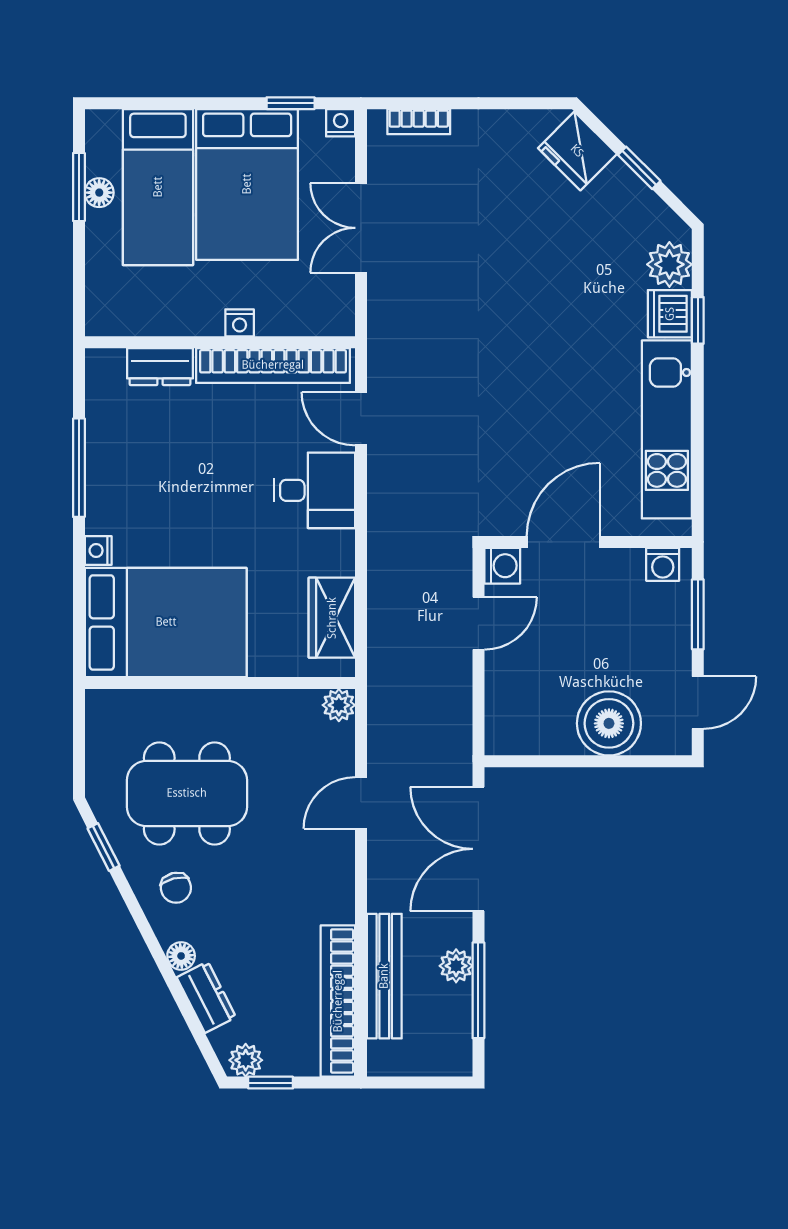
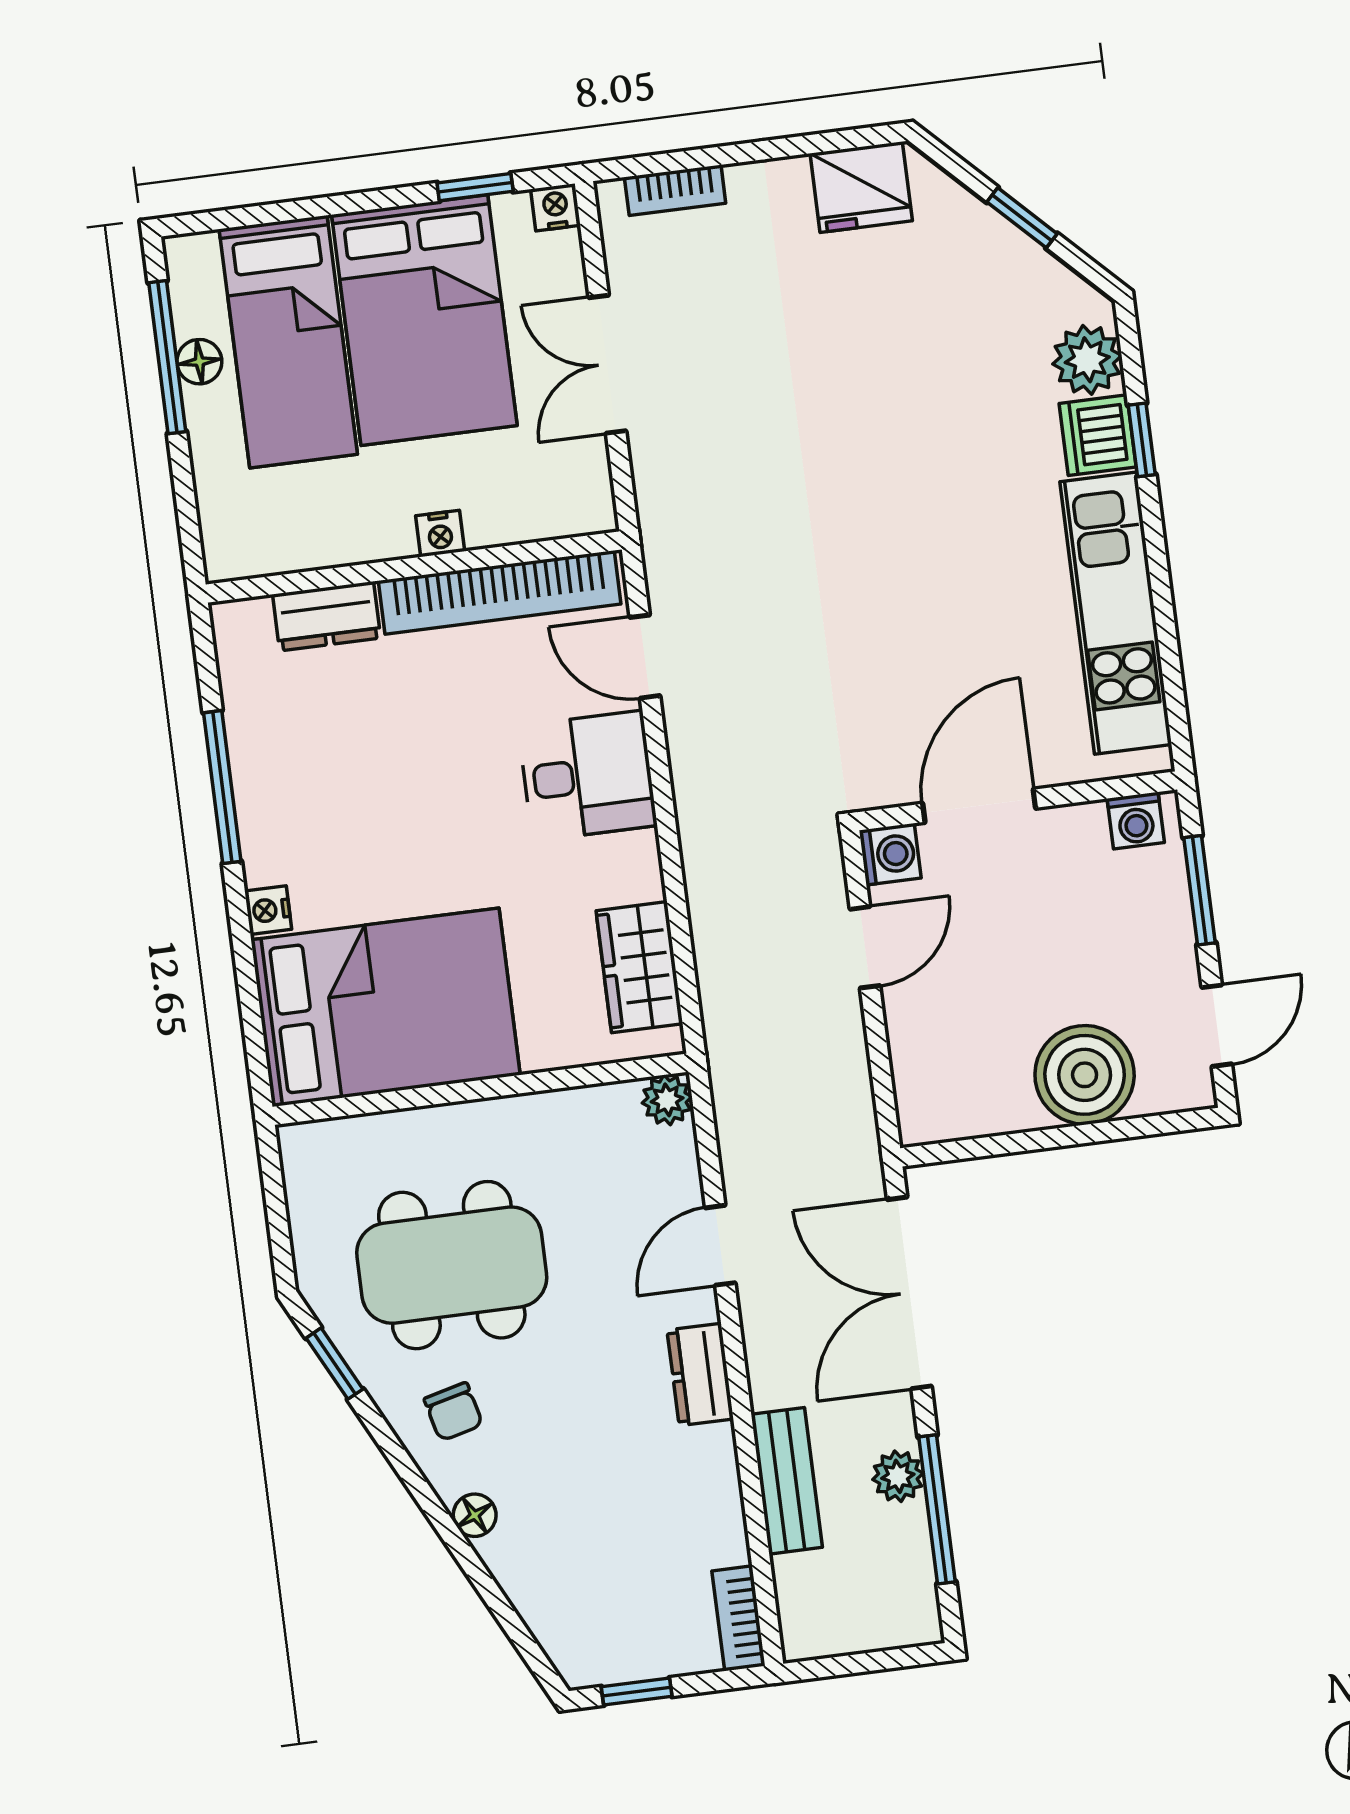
fridge: (577, 151) -> (861, 187), moved, turned -45
window: (79, 187) -> (167, 357), width x1.44
bench: (384, 976) -> (787, 1481), width x0.73
dresser: (206, 997) -> (700, 1375), moved, turned -153
bookcase: (338, 1001) -> (738, 1618), width x0.43, depth x0.76
plant: (246, 1060) -> (594, 1662), removed

